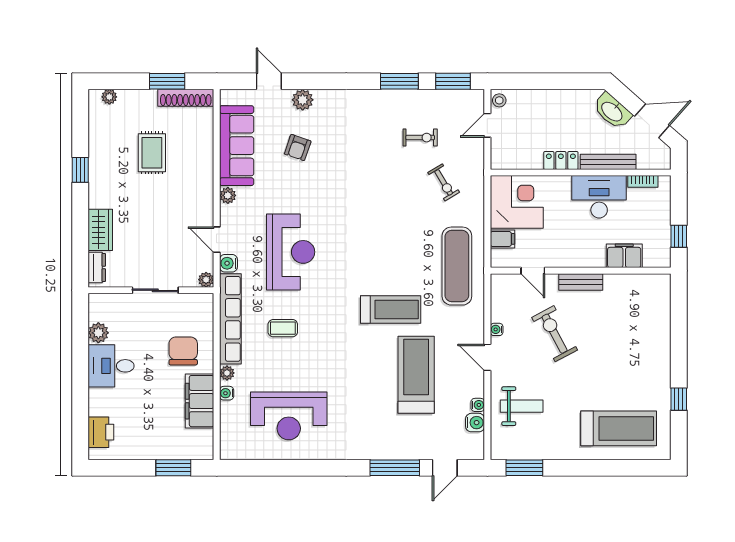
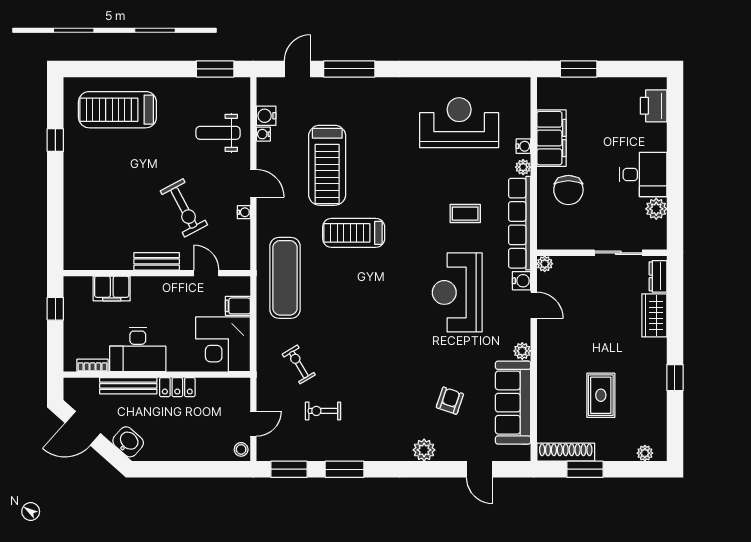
plant: (303, 100) -> (424, 450), moved
washbasin: (612, 111) -> (128, 442), width x0.72
sliding door: (155, 290) -> (618, 253), moved

